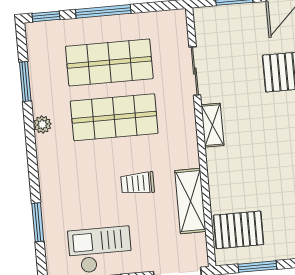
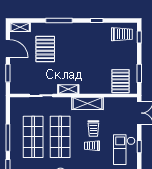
trolley: (102, 184) -> (92, 146), added
shelving: (190, 201) -> (87, 103), moved

